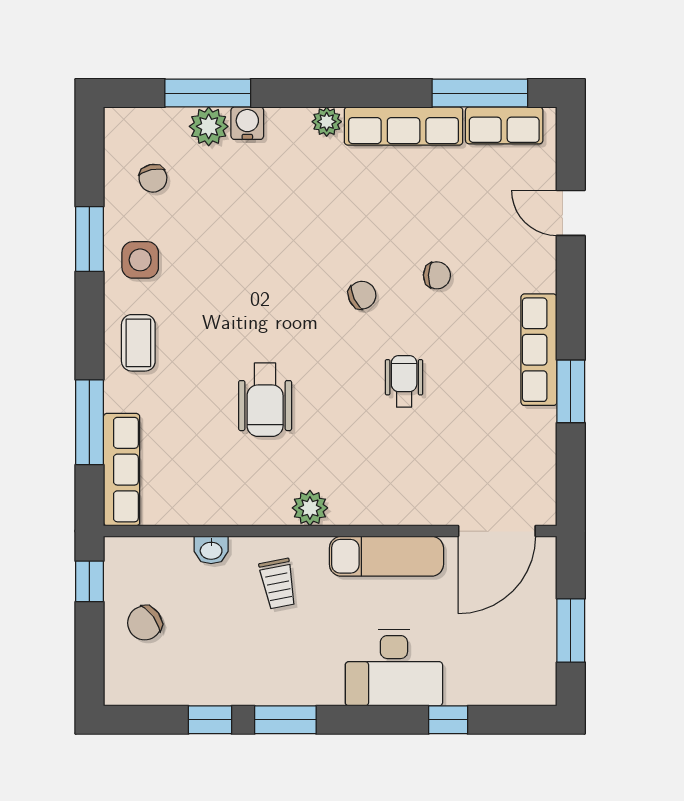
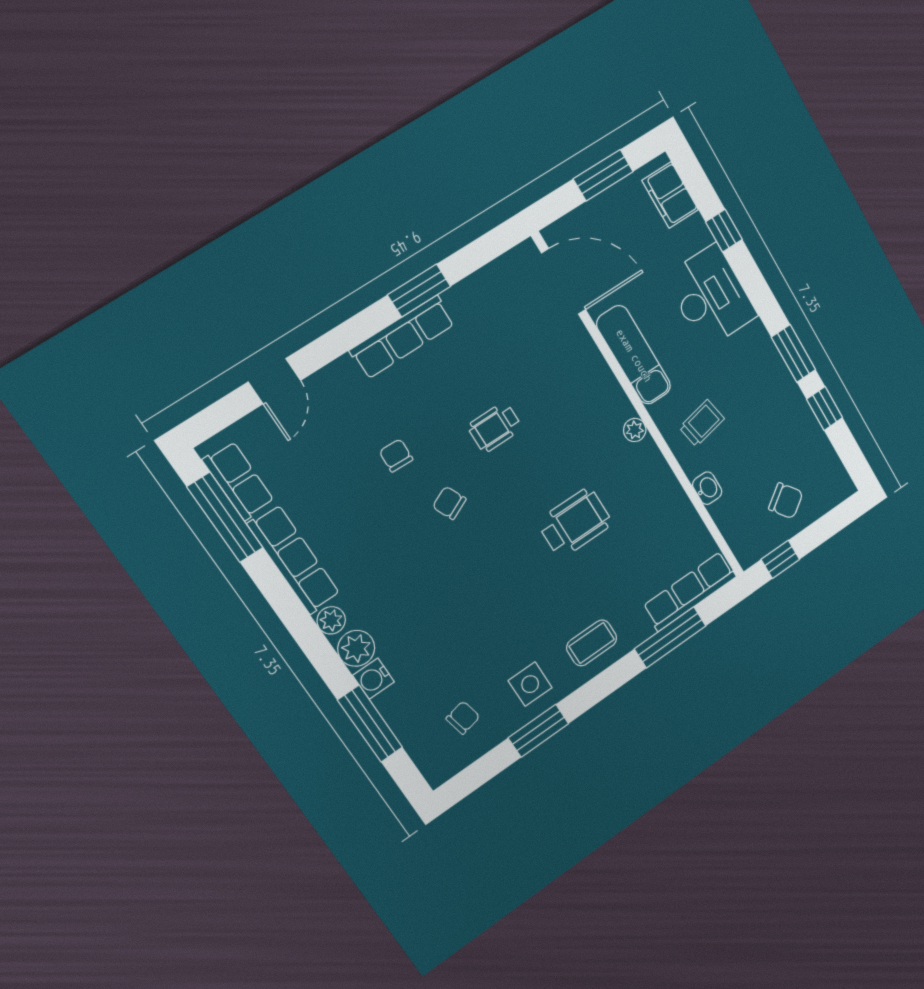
plant: (209, 126) -> (356, 648), moved
plant: (310, 508) -> (635, 430), width x0.73, depth x0.73
filing cabinet: (514, 686) -> (670, 195), added

